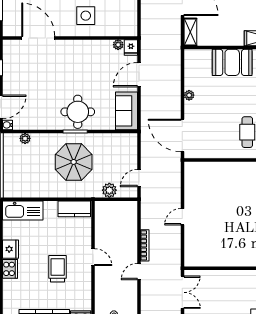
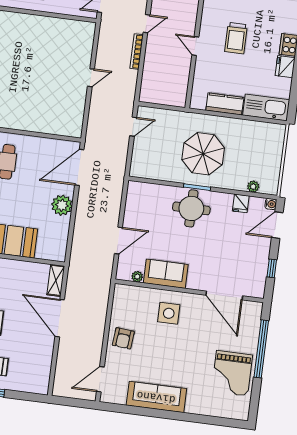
fridge: (131, 47) -> (241, 203), moved, turned 180
plant: (189, 95) -> (62, 205), width x1.88, depth x1.88
sofa: (126, 111) -> (166, 274), moved, turned -90
door: (182, 135) -> (79, 167), swing flipped
plant: (109, 190) -> (168, 117), removed
kitchen counter: (74, 209) -> (225, 104), moved

